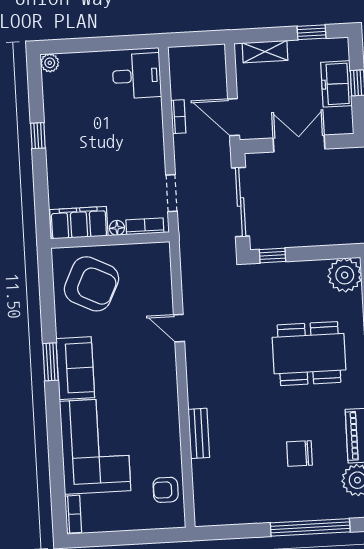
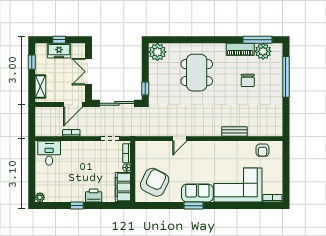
printer: (59, 167) -> (94, 196), added

